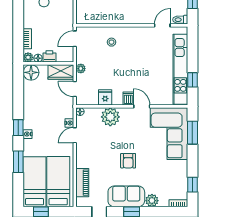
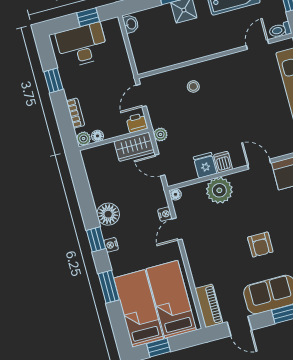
window: (18, 13) -> (53, 81), added
printer: (49, 56) -> (137, 123), moved
floor lamp: (31, 72) -> (108, 214), moved
dishwasher: (128, 98) -> (223, 162), moved
piano: (82, 183) -> (209, 306), moved

